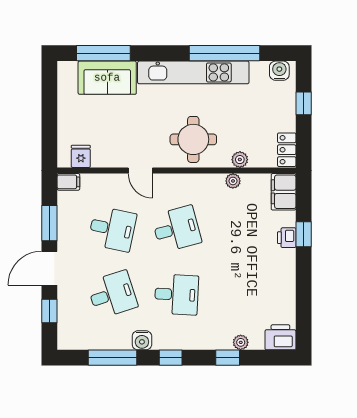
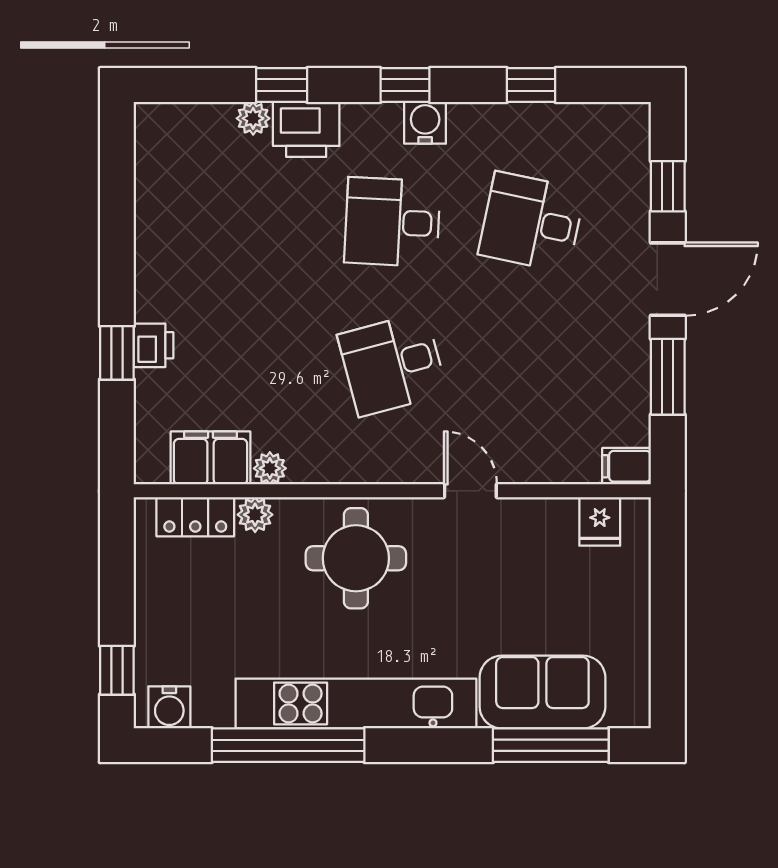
window: (304, 103) -> (117, 670), moved
locker: (287, 150) -> (195, 517), moved, turned 90
filing cabinet: (284, 192) -> (211, 458), moved, turned -90
desk: (112, 229) -> (531, 364), removed
desk: (112, 295) -> (531, 222), turned 30
printer: (280, 337) -> (306, 129), moved
water cooler: (142, 340) -> (425, 123), moved
window: (112, 358) -> (531, 85), width x0.46

